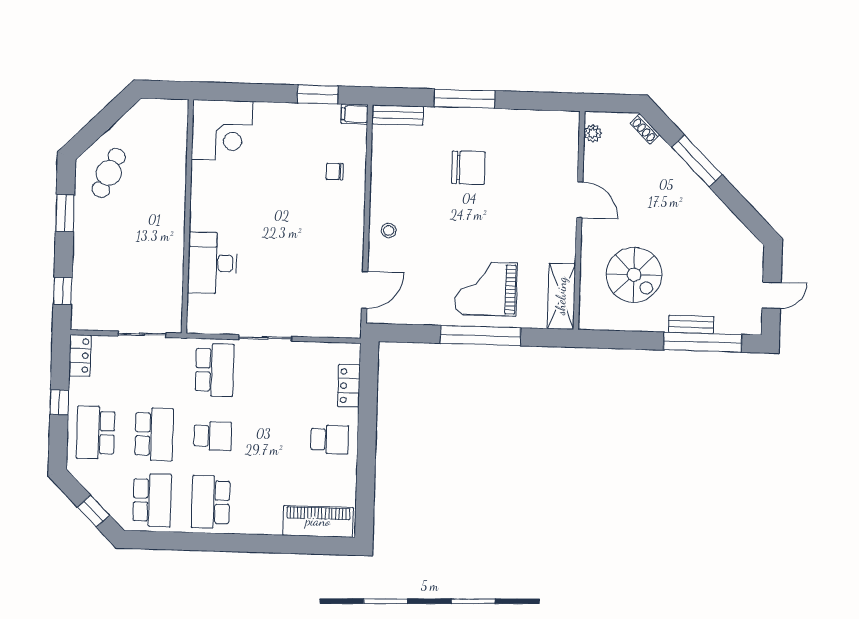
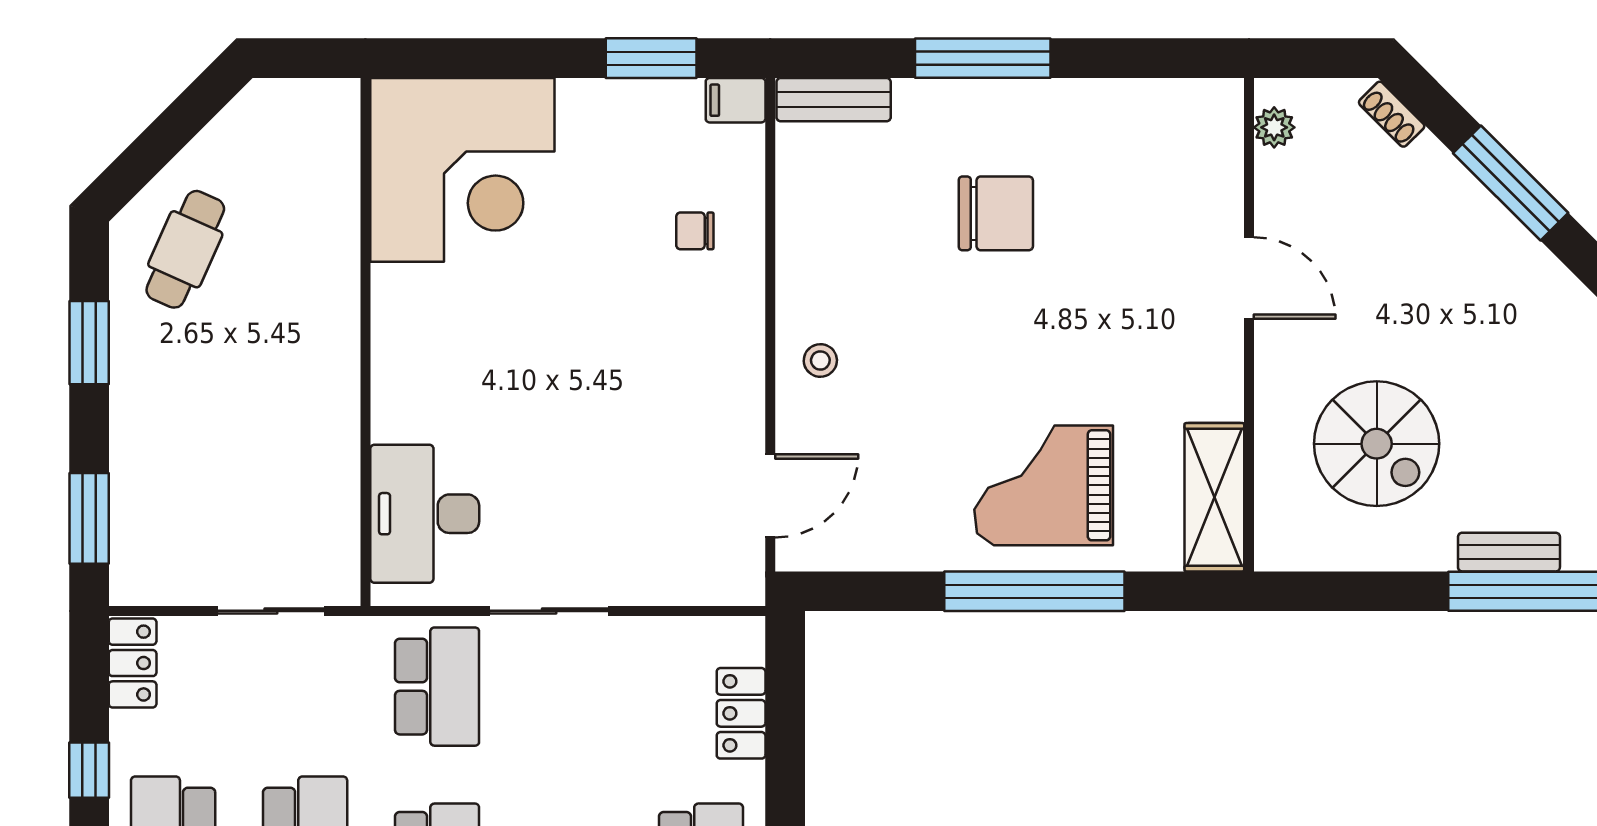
corner desk: (222, 130) -> (462, 170), width x1.36, depth x1.36
desk: (212, 263) -> (425, 514), moved
window: (63, 291) -> (89, 518), width x1.50

